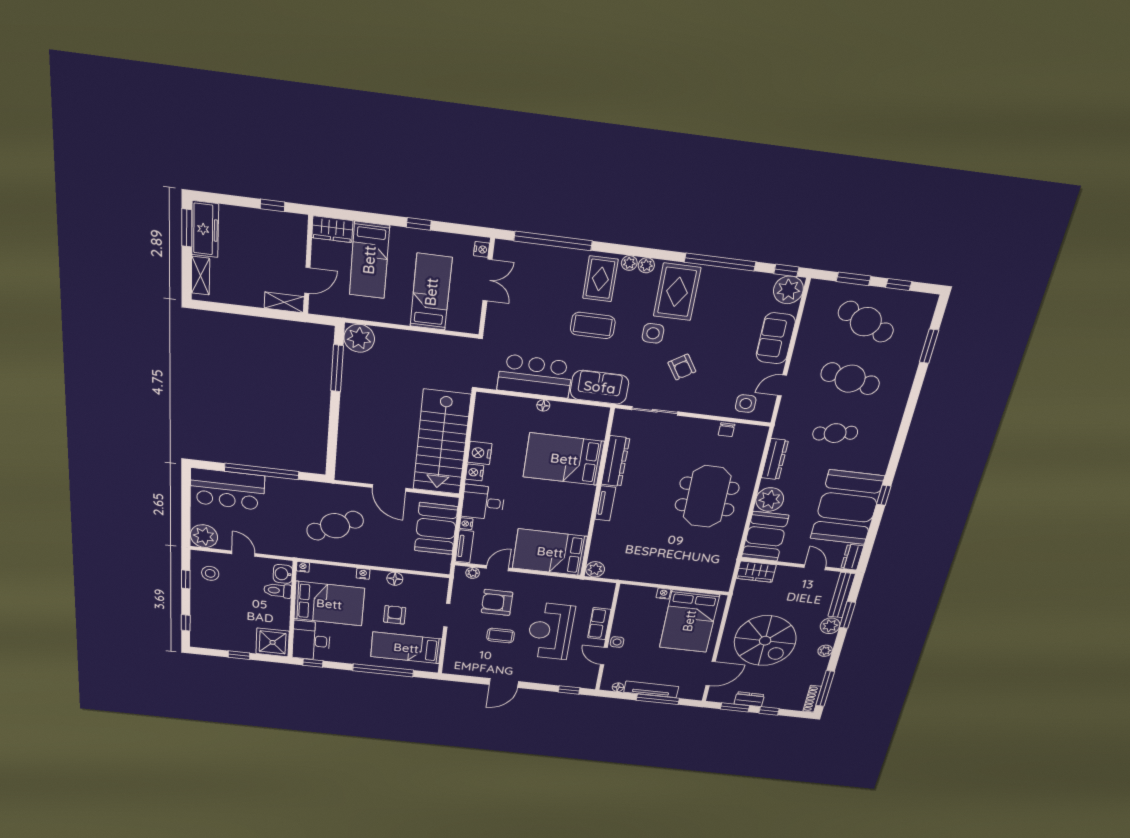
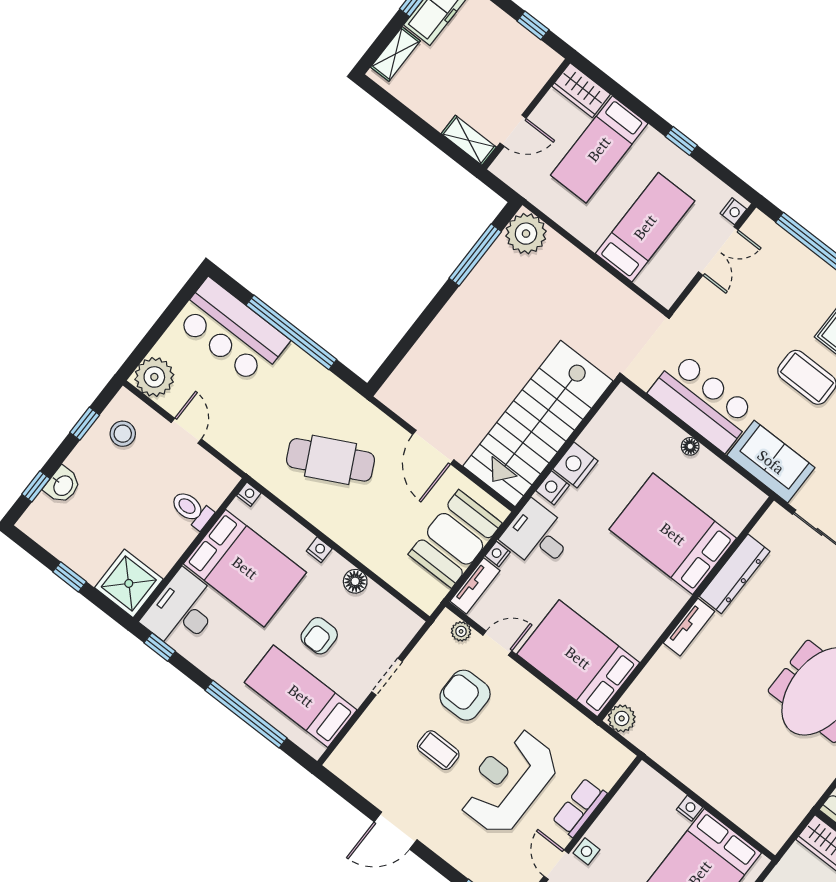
washbasin: (283, 574) -> (63, 485), moved, turned 180
armchair: (395, 615) -> (319, 636), turned 180

